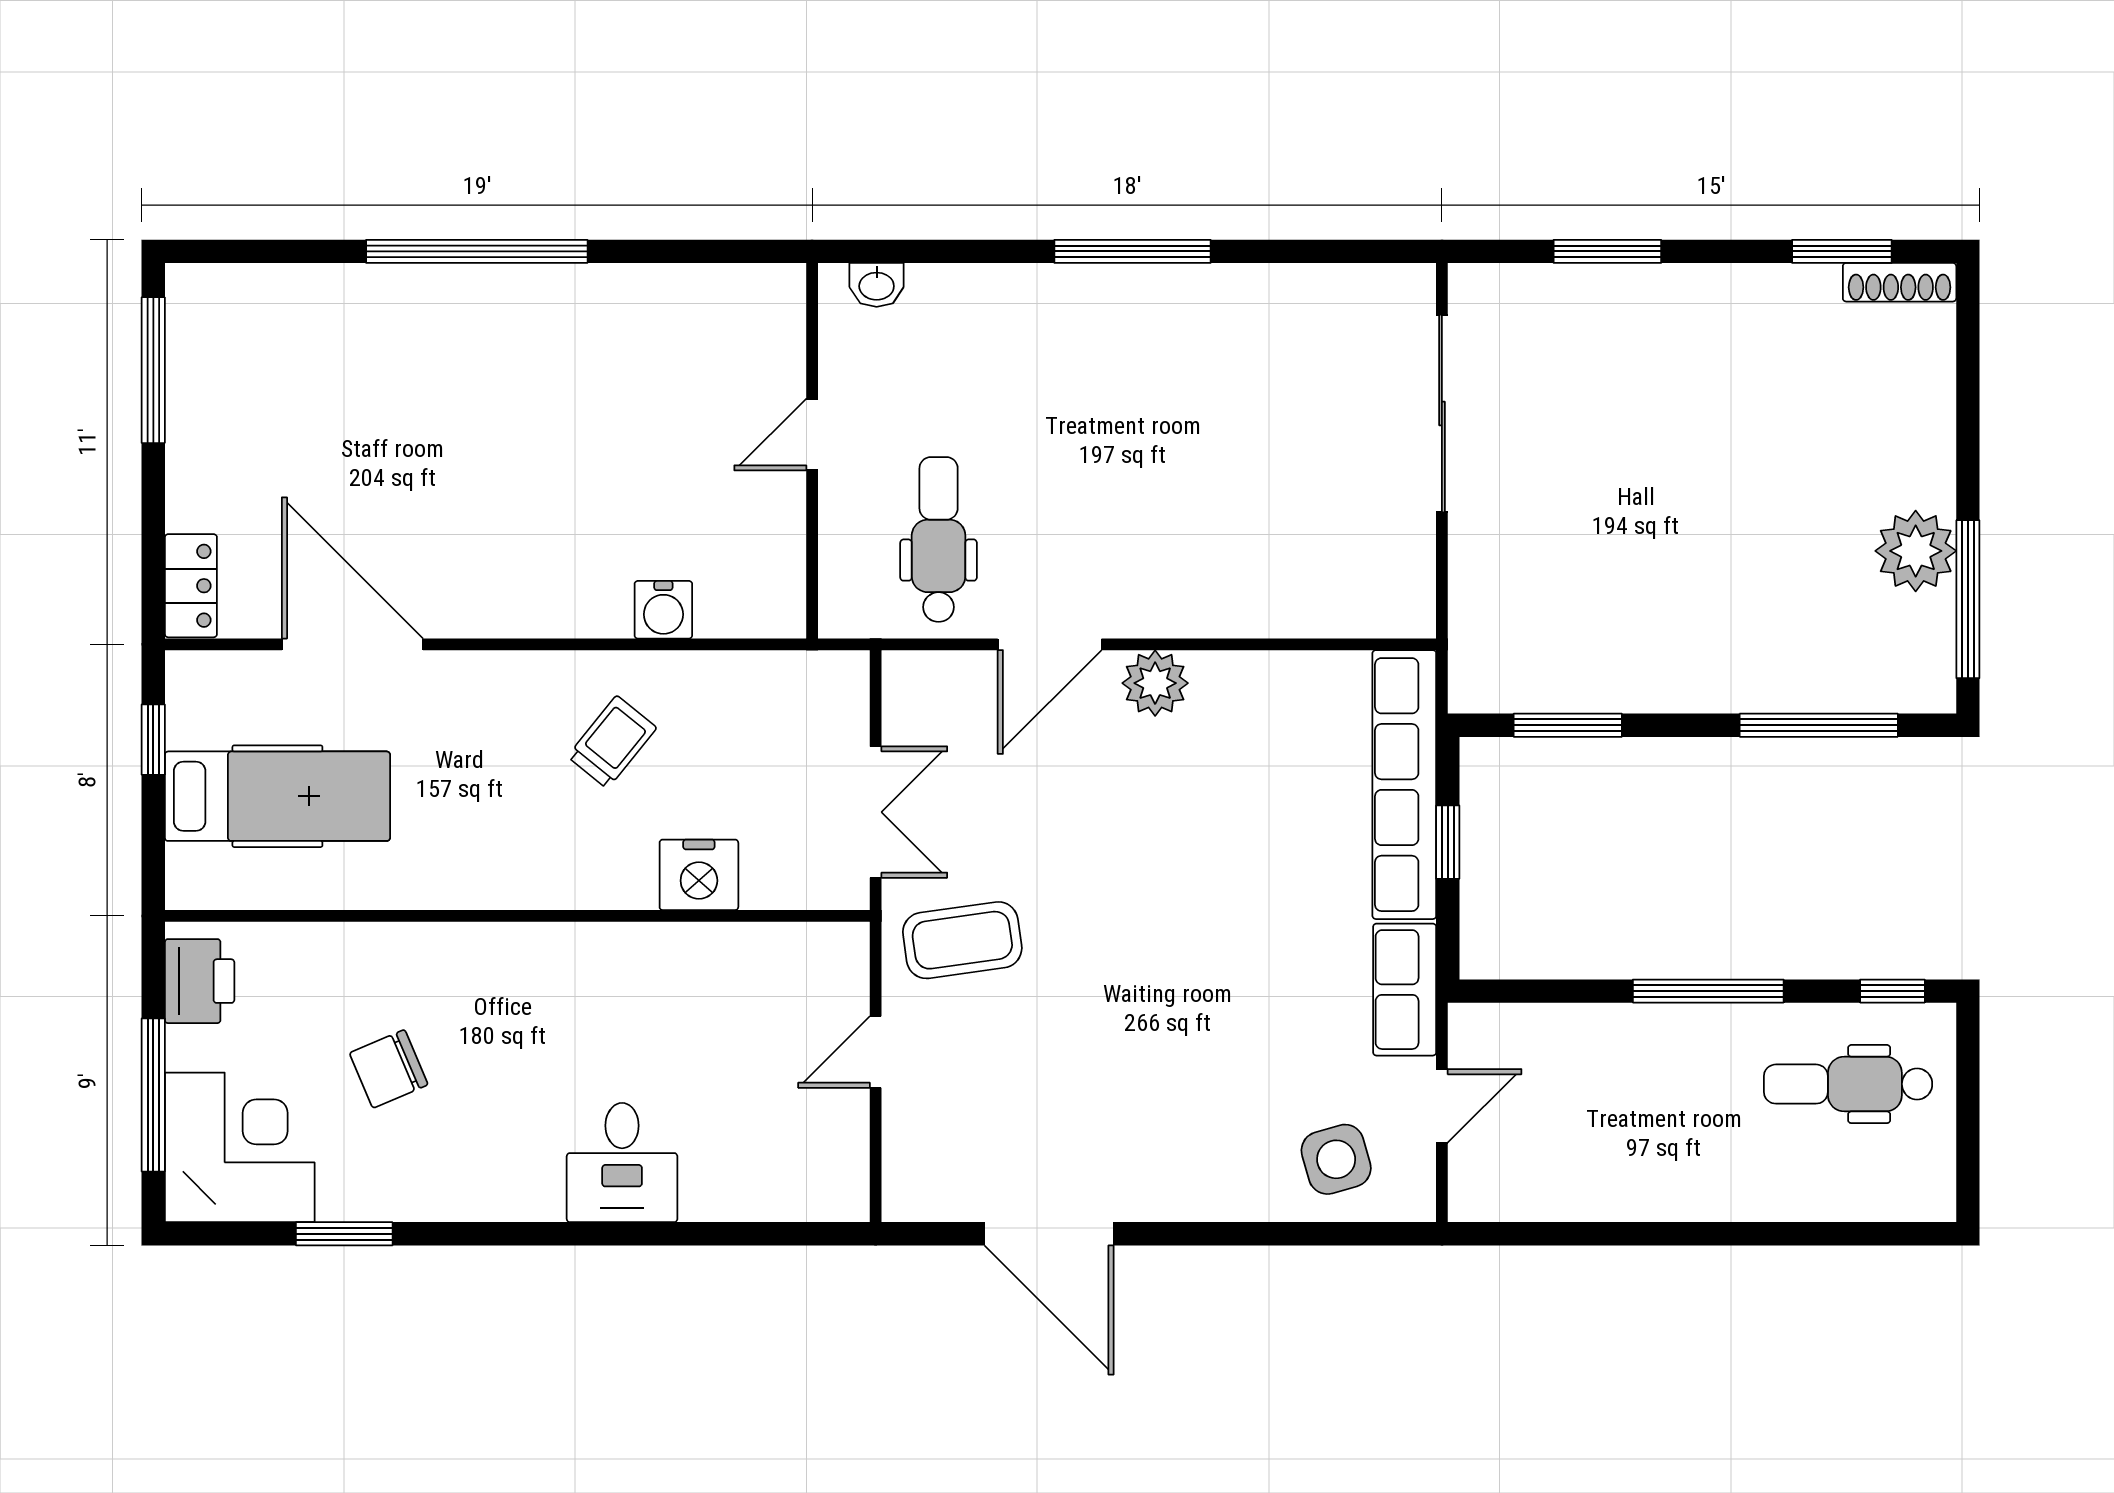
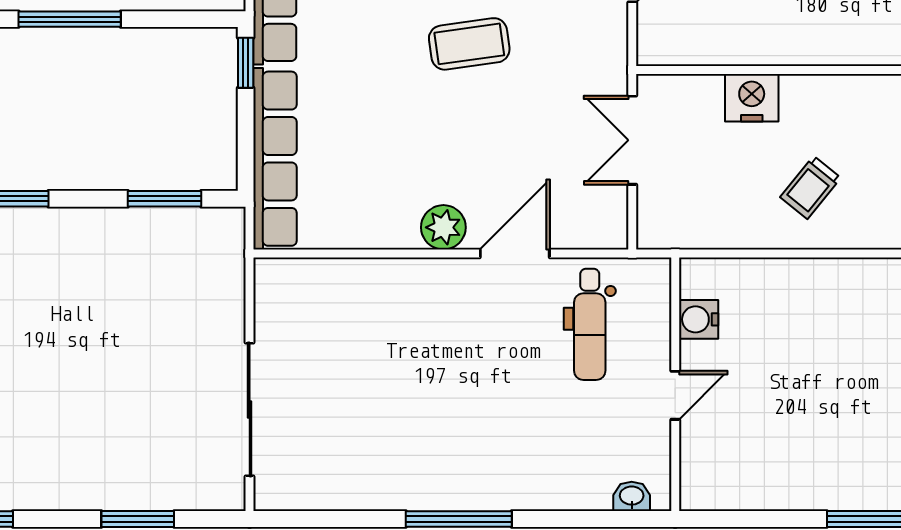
water cooler: (663, 610) -> (699, 319), moved, turned -90
window: (1448, 842) -> (246, 63), moved
coffee table: (962, 940) -> (469, 44), moved

